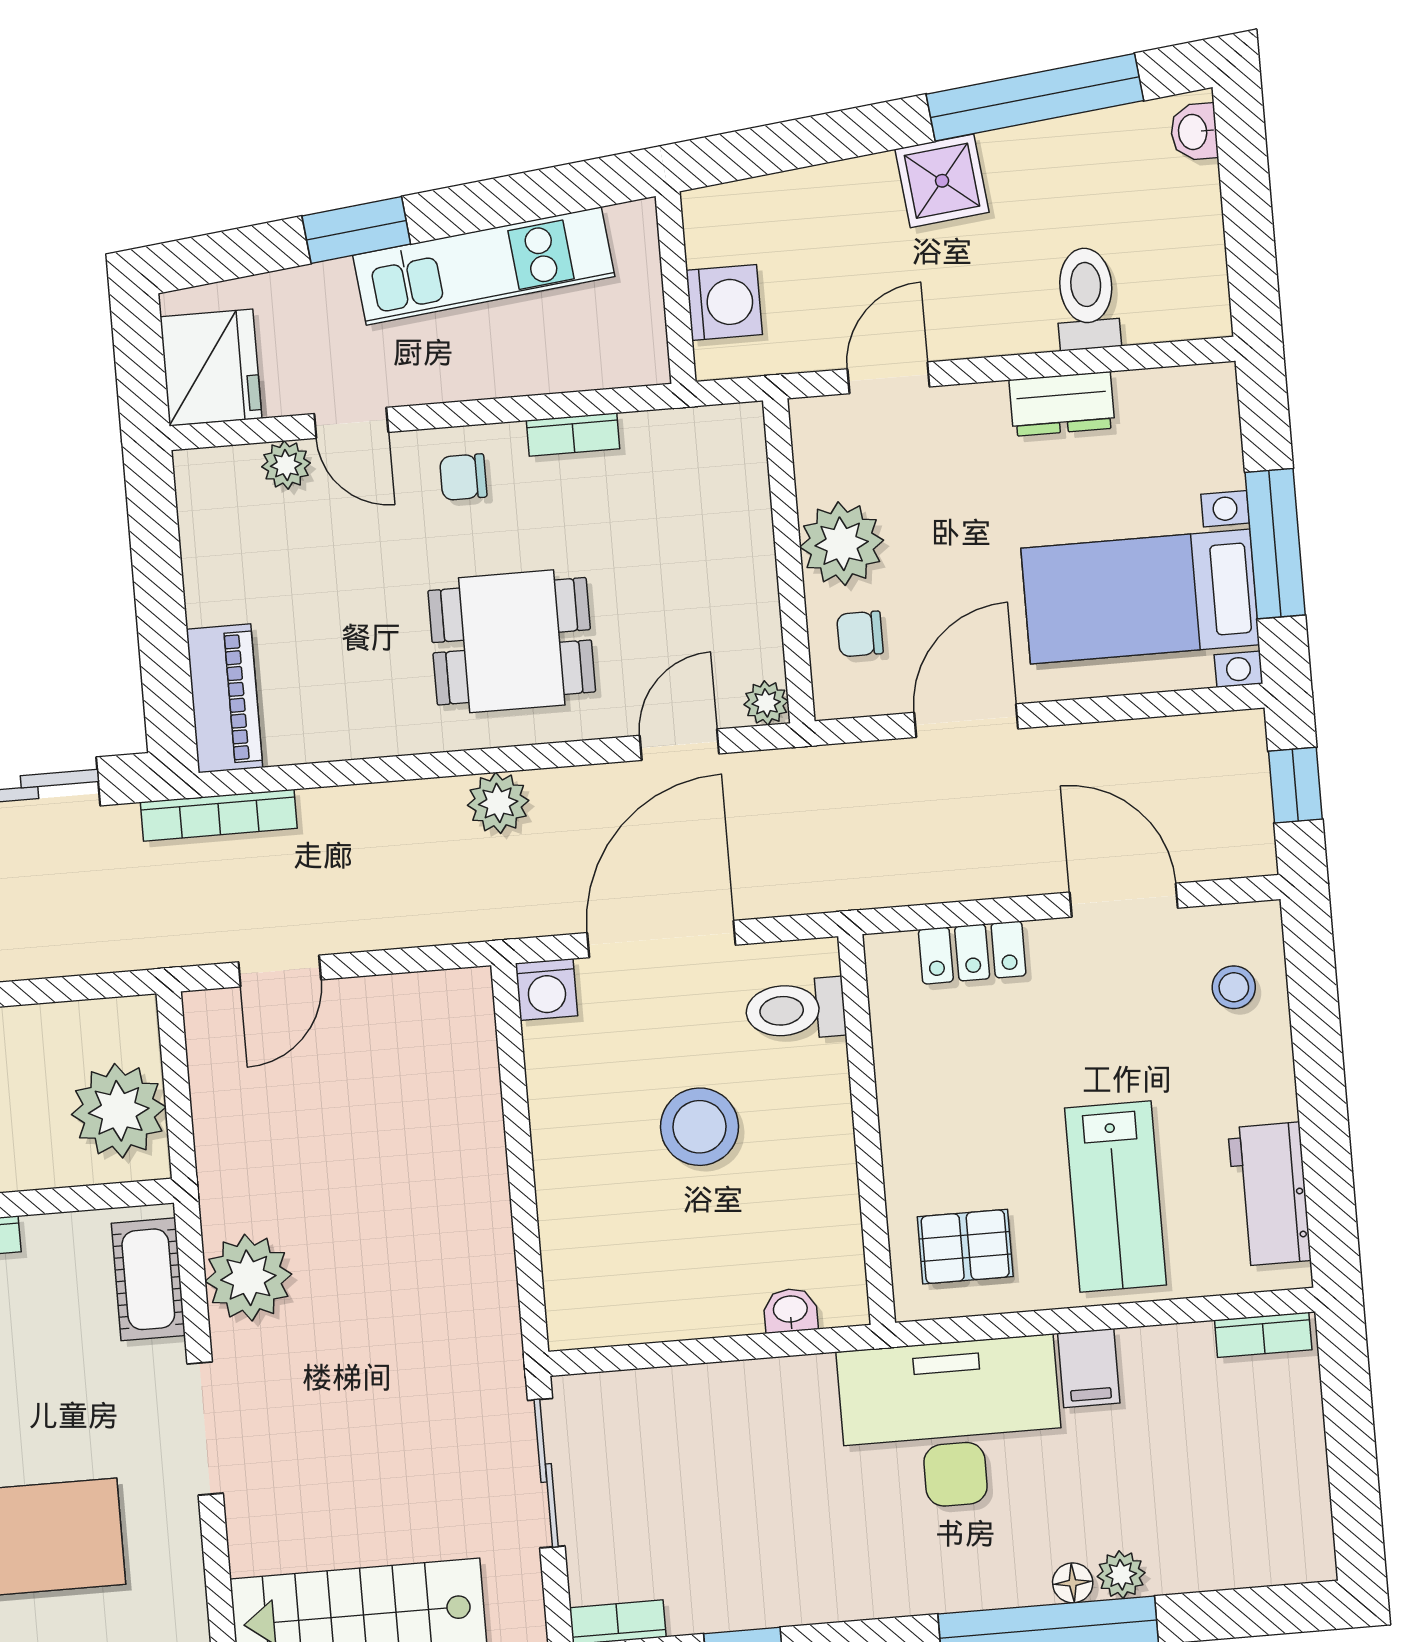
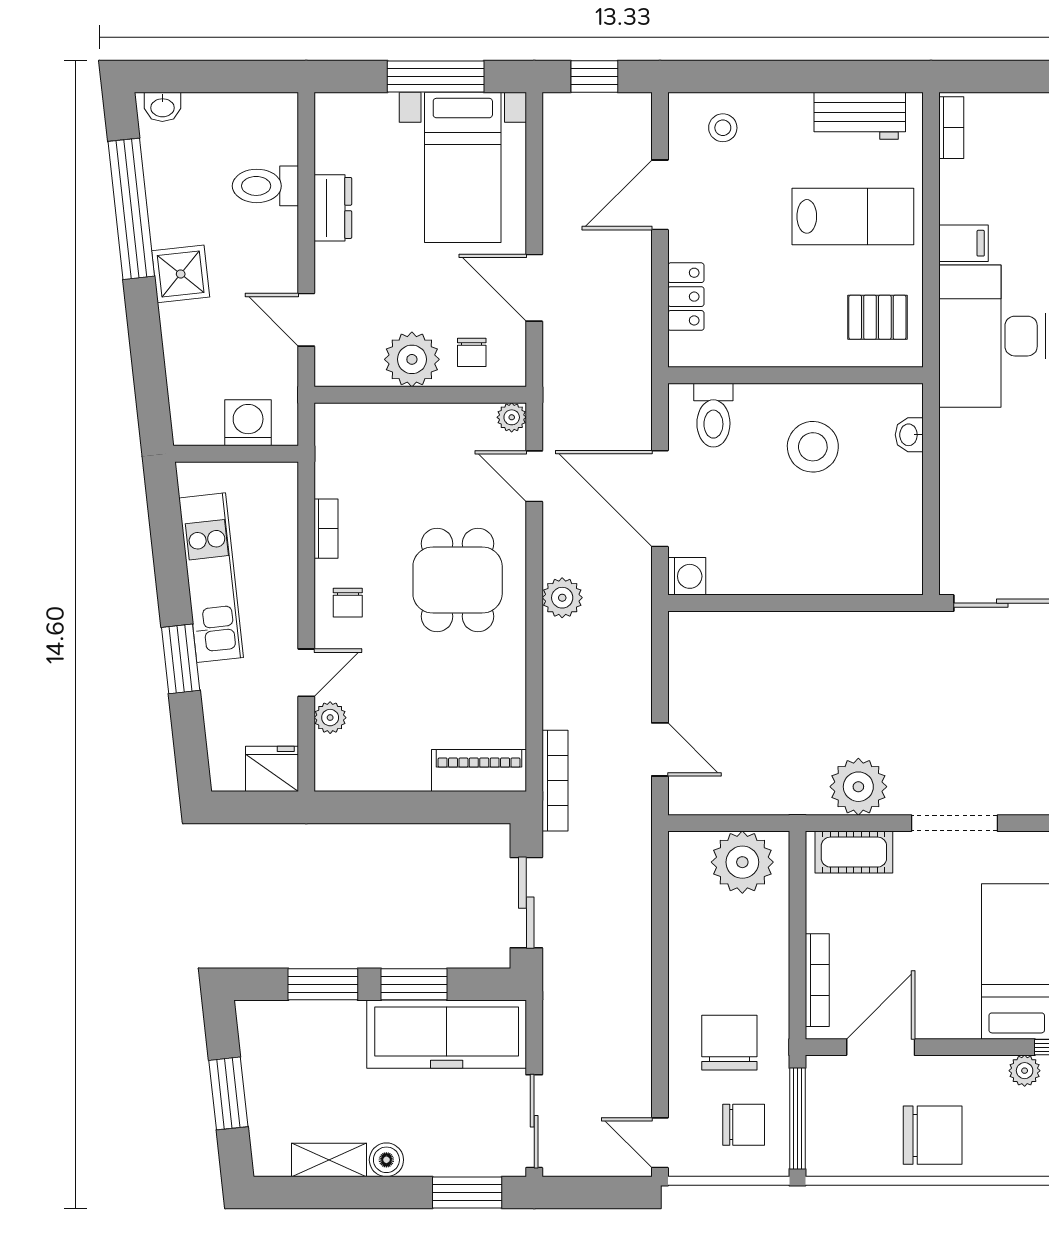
fridge: (211, 368) -> (272, 769), width x0.73, depth x0.75
stool: (699, 1127) -> (813, 447), moved
pallet: (965, 1247) -> (877, 317), turned 90

